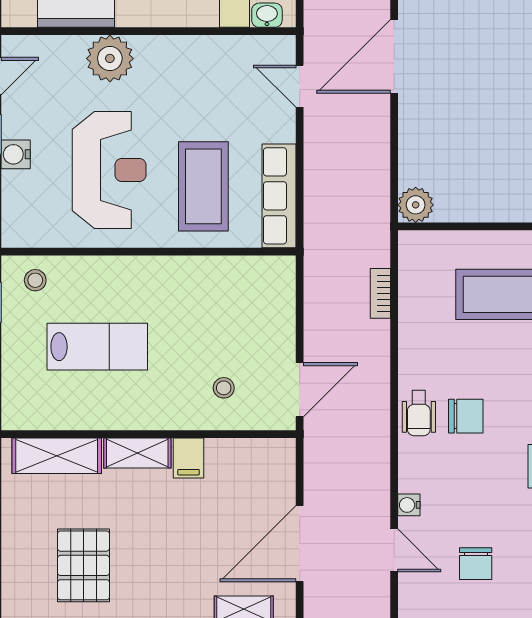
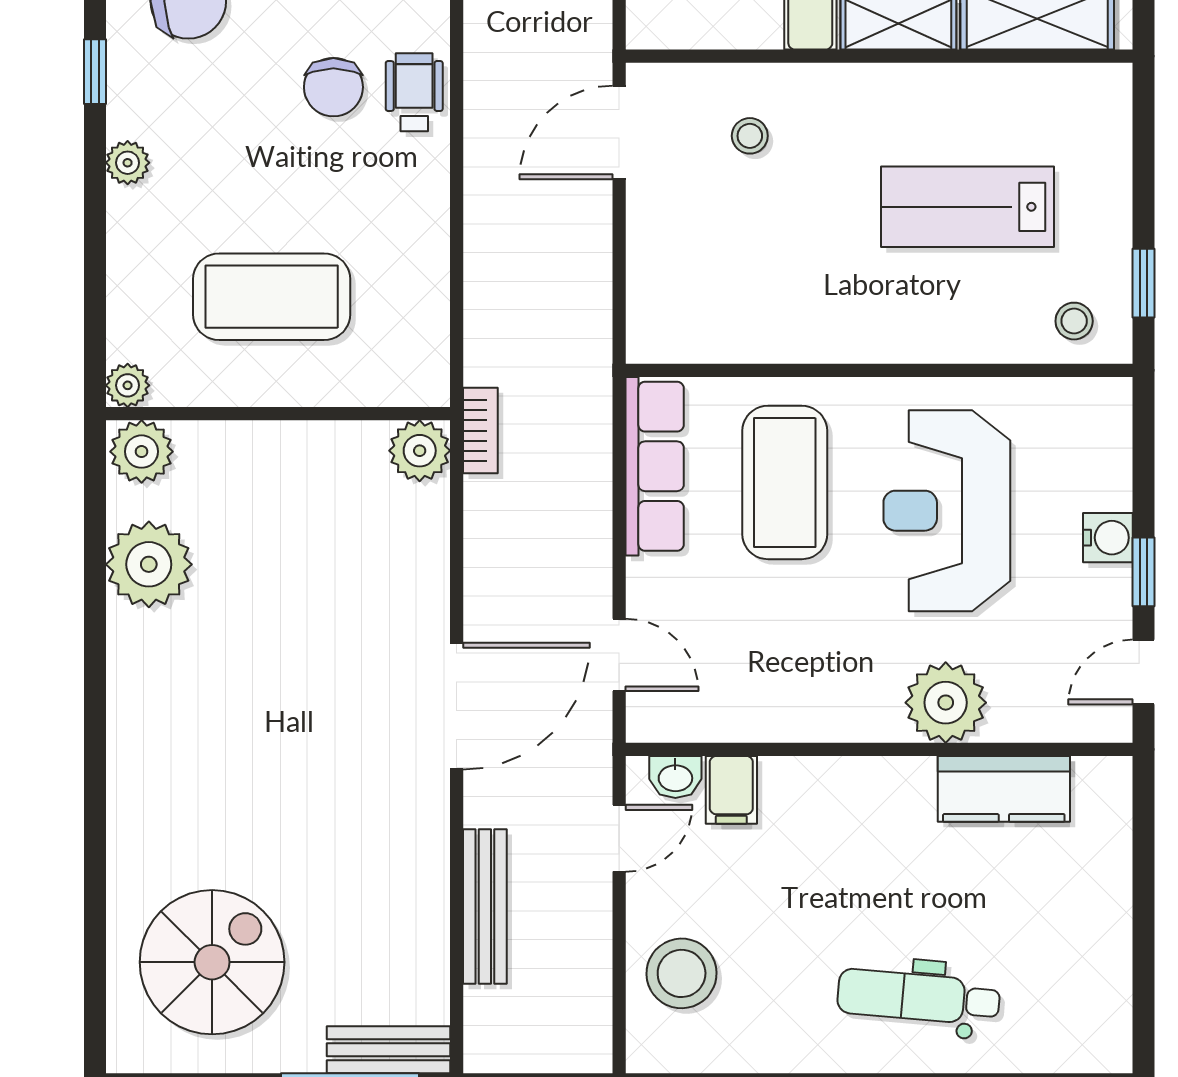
bookcase: (380, 293) -> (480, 431), moved
chair: (466, 416) -> (333, 87), turned -90

